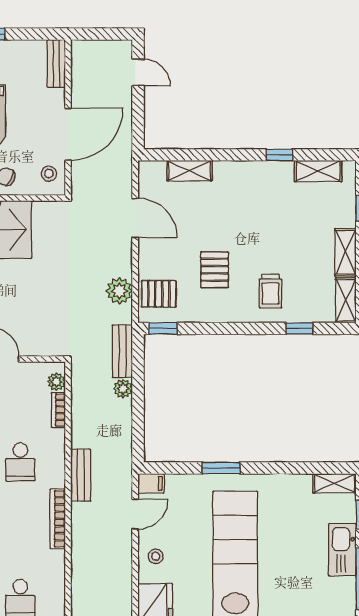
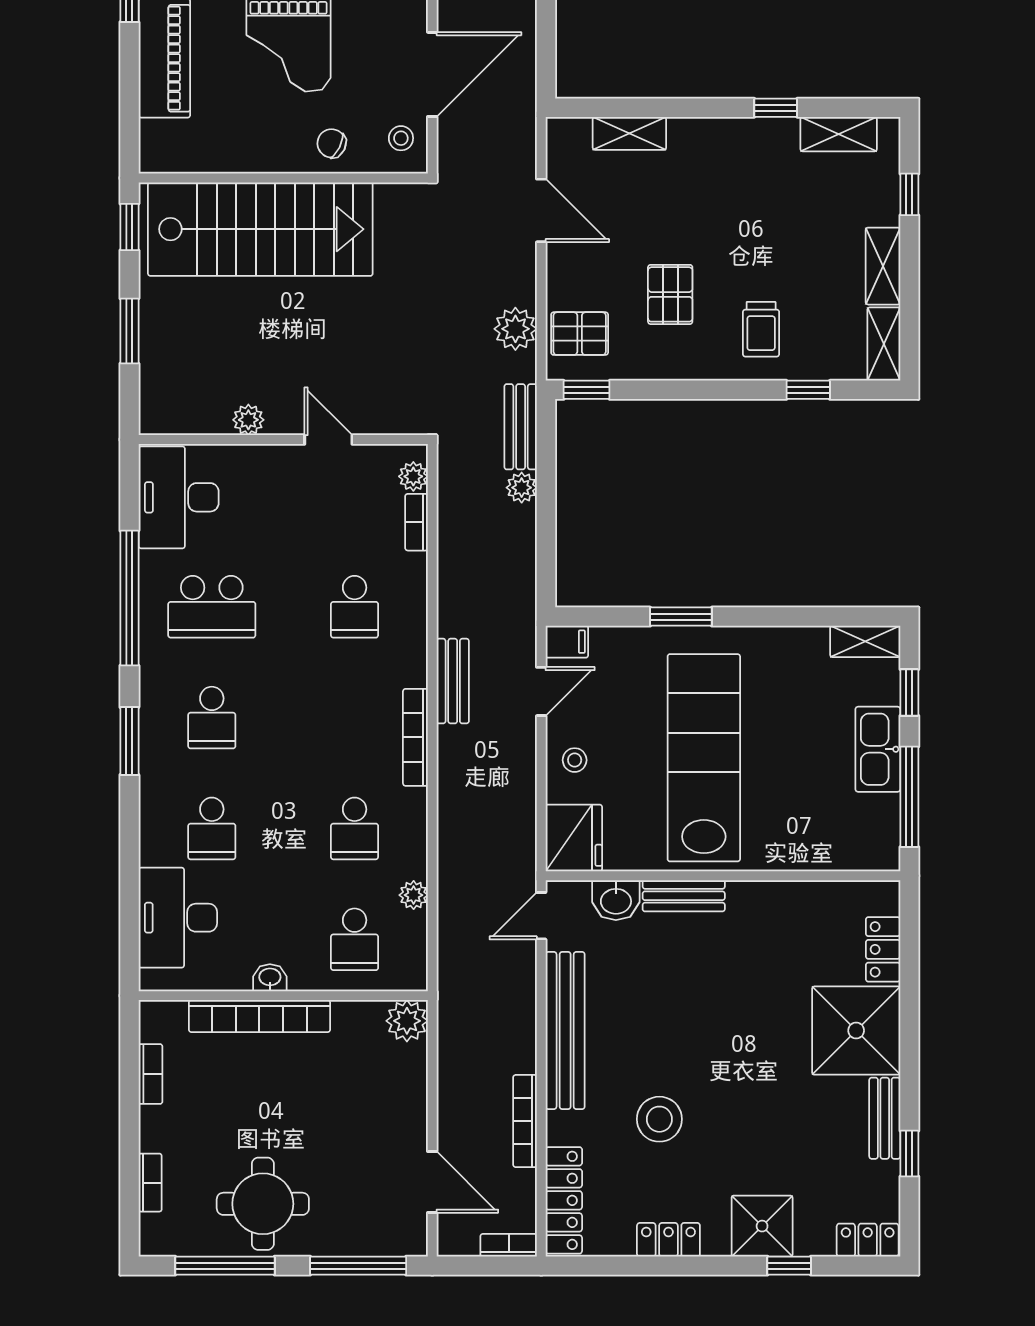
bench: (81, 475) -> (453, 681), moved
bookcase: (58, 519) -> (415, 737), moved

